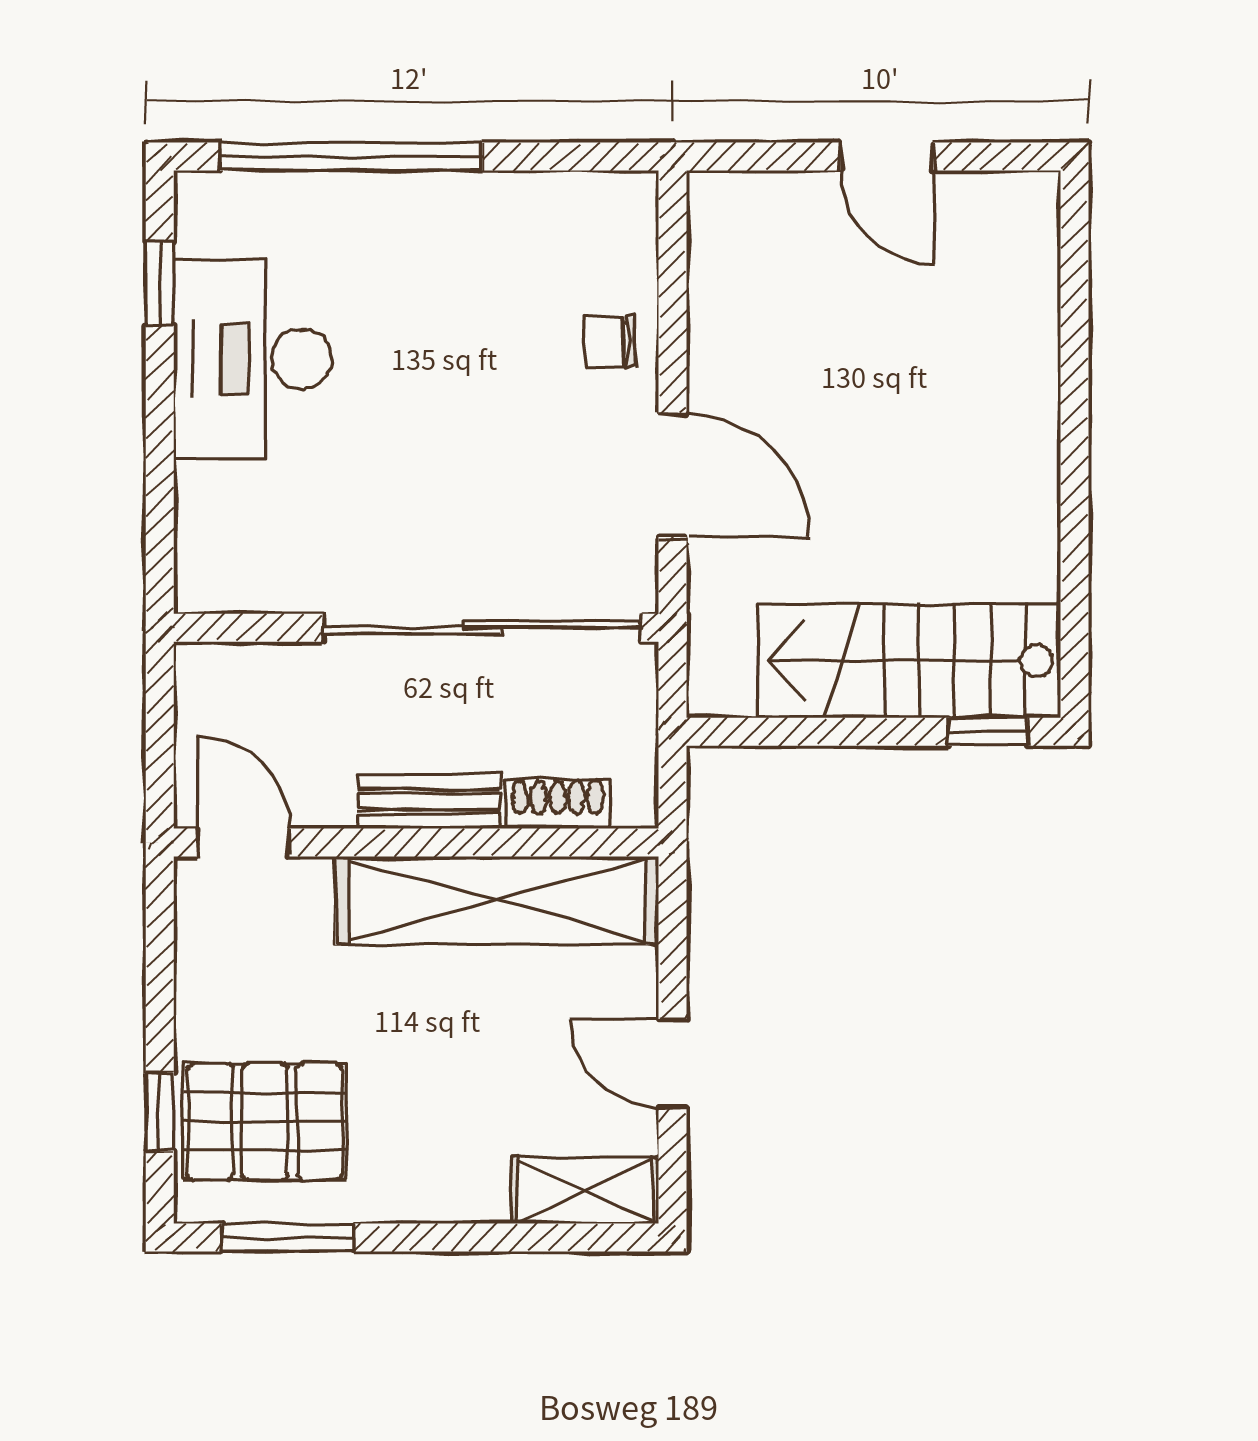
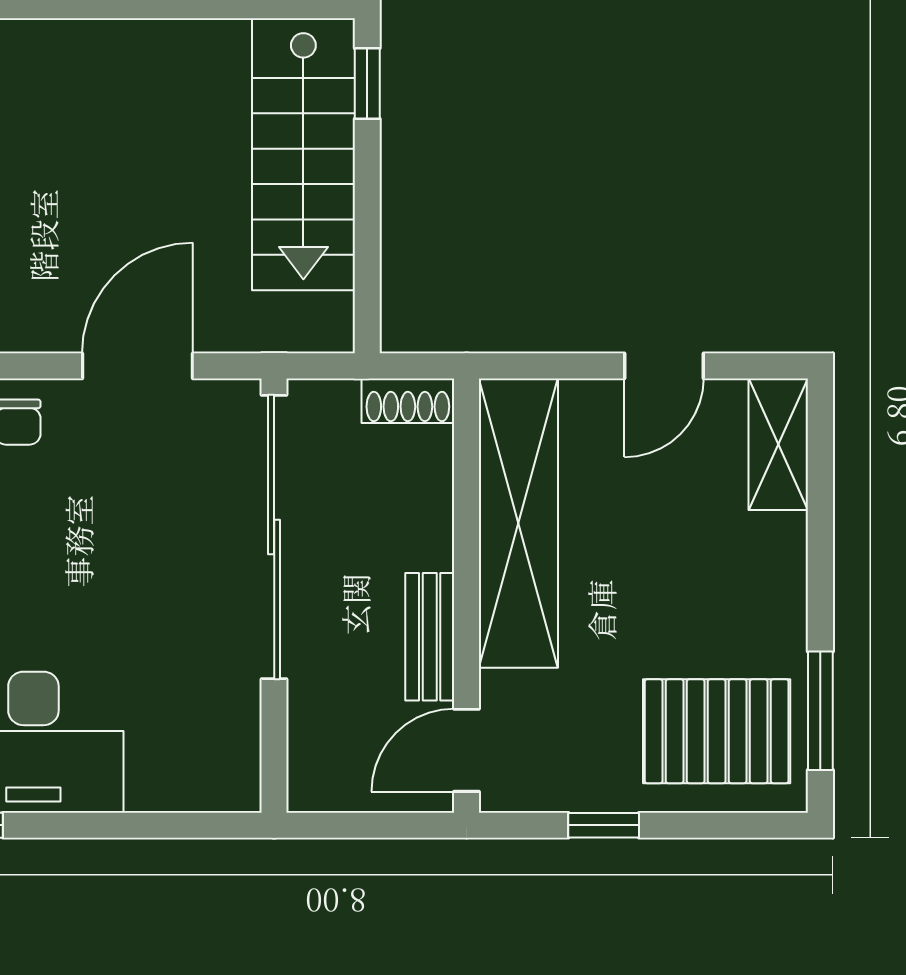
bench: (429, 801) -> (430, 637), moved
shoe rack: (558, 804) -> (408, 401), moved, turned -90
window: (160, 1112) -> (604, 825), moved
pallet: (265, 1122) -> (717, 731), turned 90

